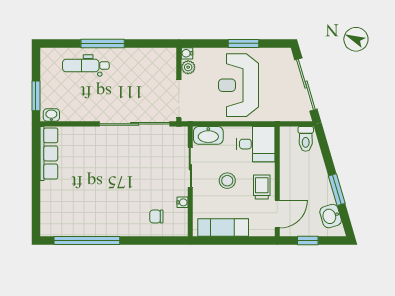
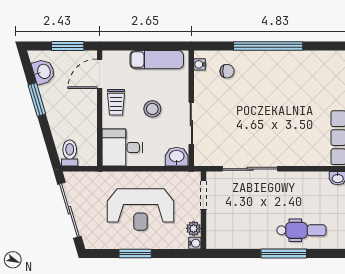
reception desk: (238, 85) -> (141, 210), turned 90
doorway: (179, 99) -> (203, 195), width x0.73
sliding door: (135, 124) -> (250, 169), width x0.73
washbasin: (208, 135) -> (177, 157), width x0.72
water cooler: (182, 202) -> (200, 64), moved
window: (87, 240) -> (268, 46), moved
window: (308, 240) -> (68, 46), width x1.50

